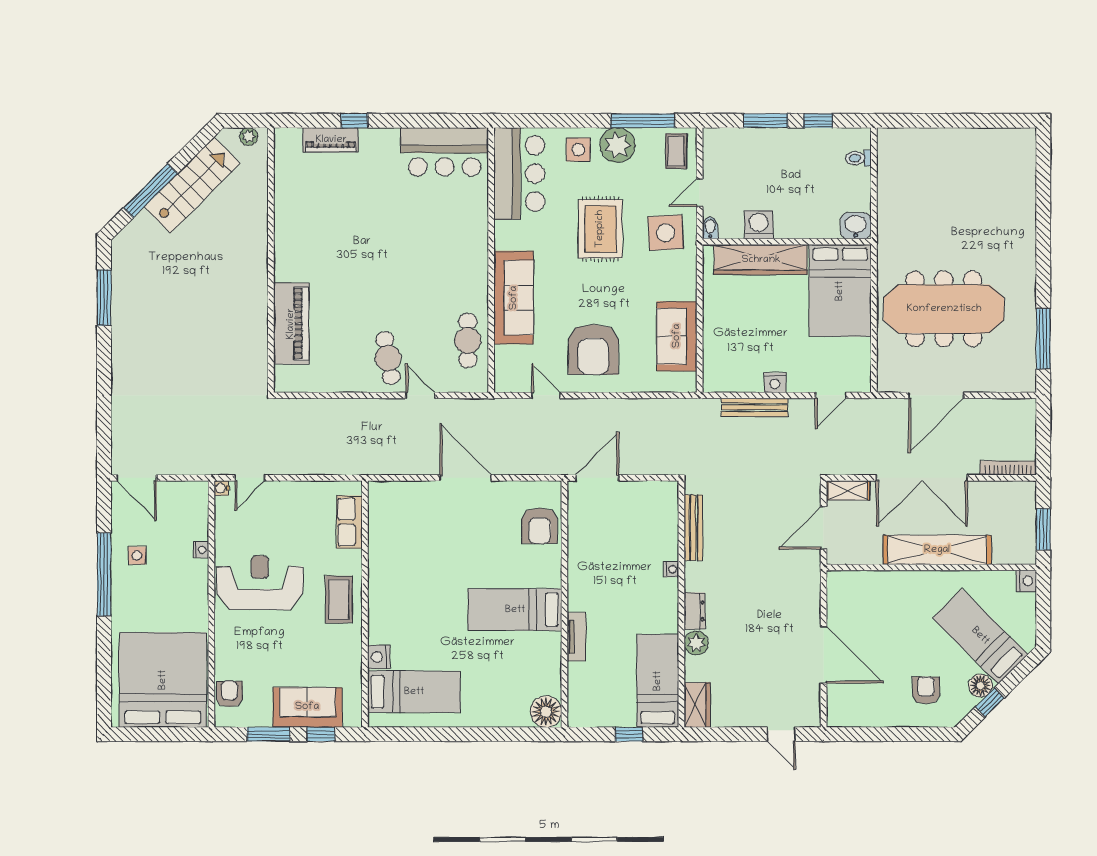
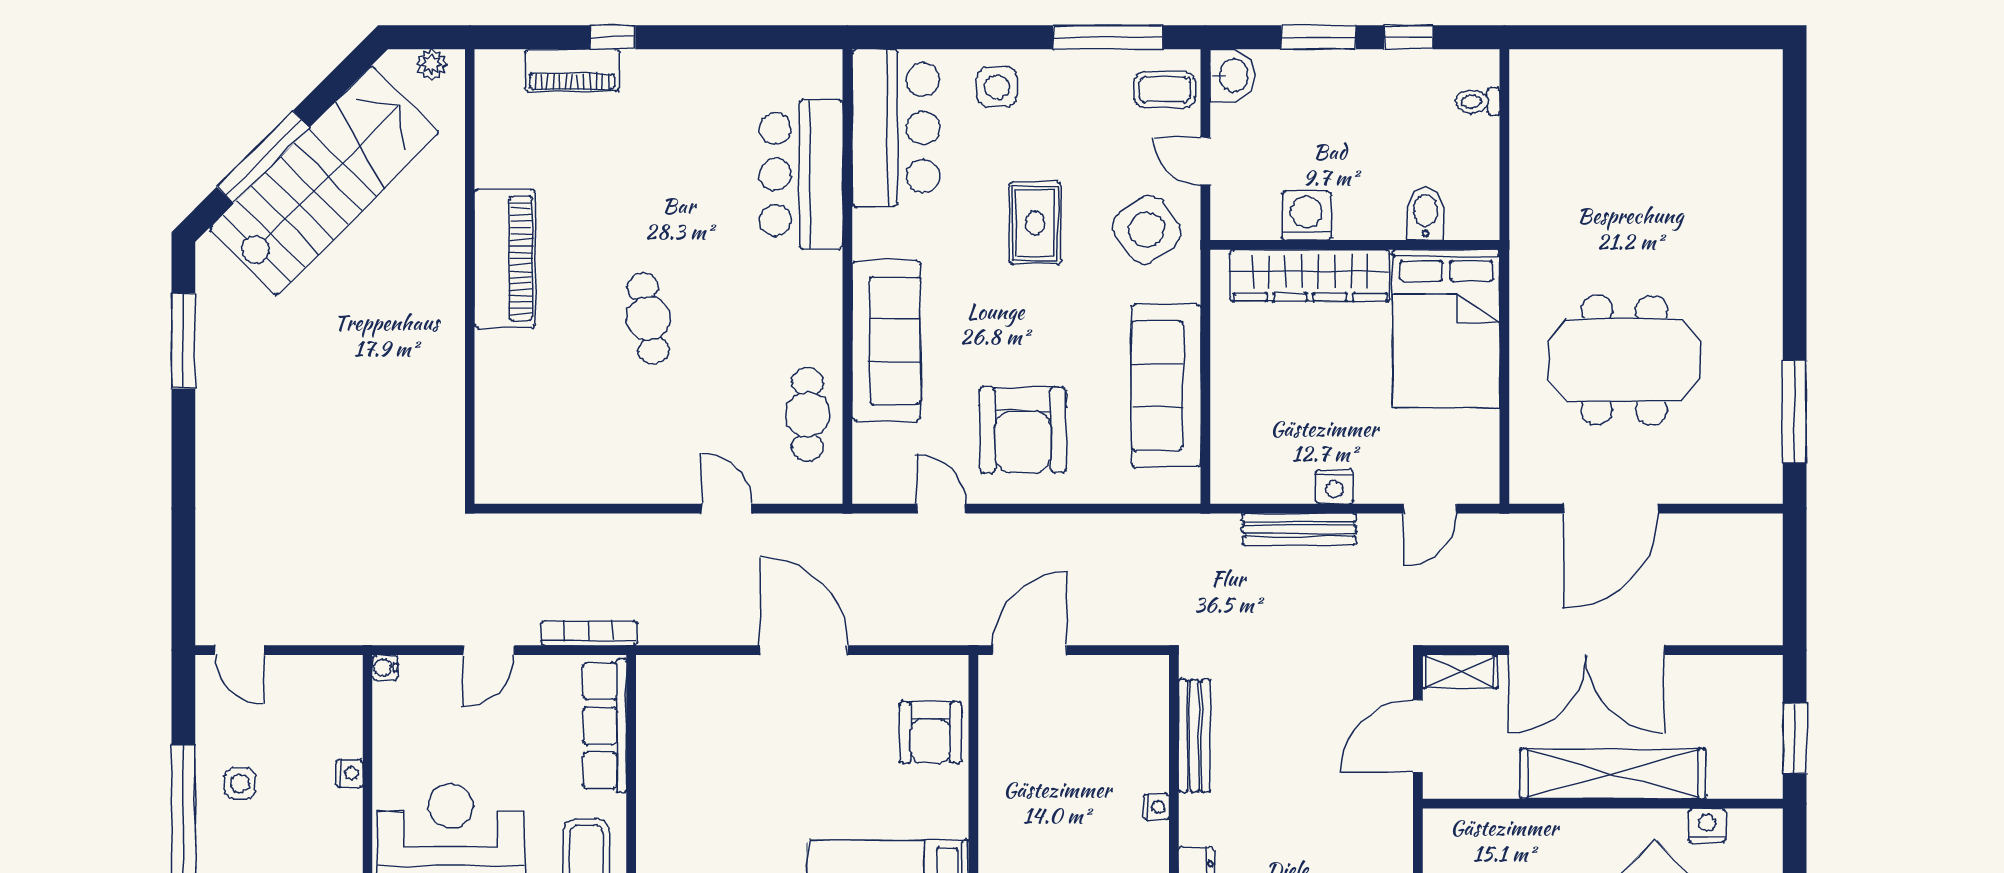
plant: (617, 145) -> (1064, 79), removed
coffee table: (676, 151) -> (1165, 90), turned 90
bar counter: (445, 152) -> (801, 174), moved, turned 90
stairs: (192, 185) -> (324, 181), width x1.36, depth x1.51
door: (700, 193) -> (1205, 161), hinge flipped
washbasin: (856, 226) -> (1233, 76), moved, turned 90
bidet: (710, 228) -> (1425, 214), moved, width x1.38, depth x1.36
rug: (600, 229) -> (1035, 223), width x0.73, depth x0.70
side table: (666, 233) -> (1147, 230), turned -32
meeting table: (944, 309) -> (1624, 360), width x0.73
piano: (291, 324) -> (505, 258), moved
sofa: (677, 336) -> (1166, 386), width x1.36
cafe table: (388, 358) -> (648, 318), moved
bookcase: (1008, 468) -> (589, 633), moved
door: (137, 478) -> (239, 650), width x0.73
door: (250, 478) -> (489, 650), moved
row of seats: (350, 522) -> (605, 726), width x1.48
nightstand: (1026, 581) -> (1707, 825), moved, turned -90

